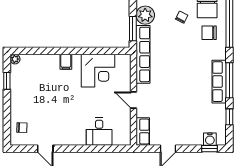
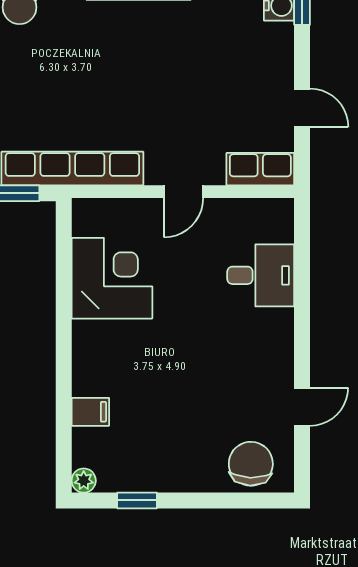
filing cabinet: (66, 62) -> (90, 412), moved
chair: (22, 128) -> (251, 464), width x1.87, depth x1.87

